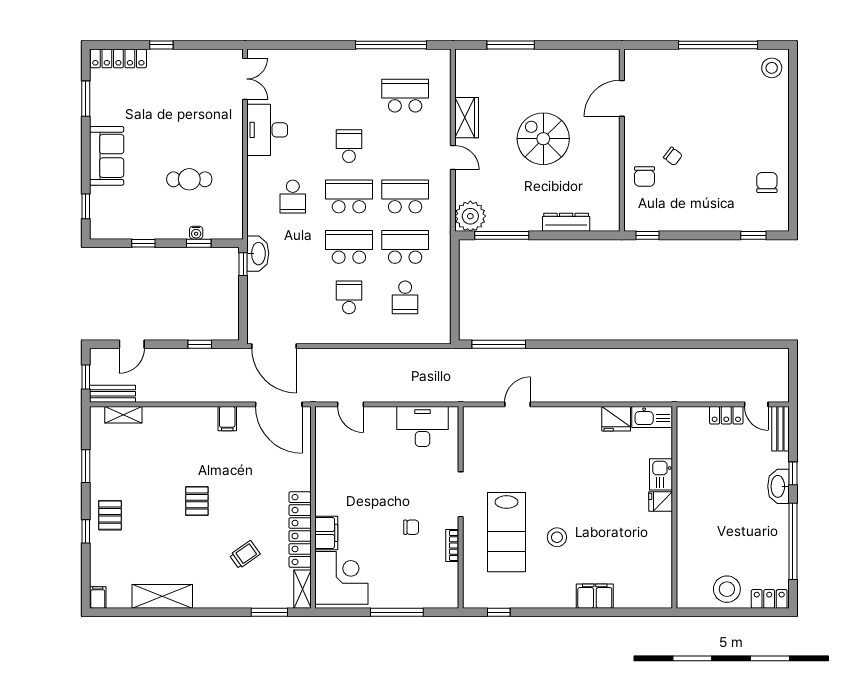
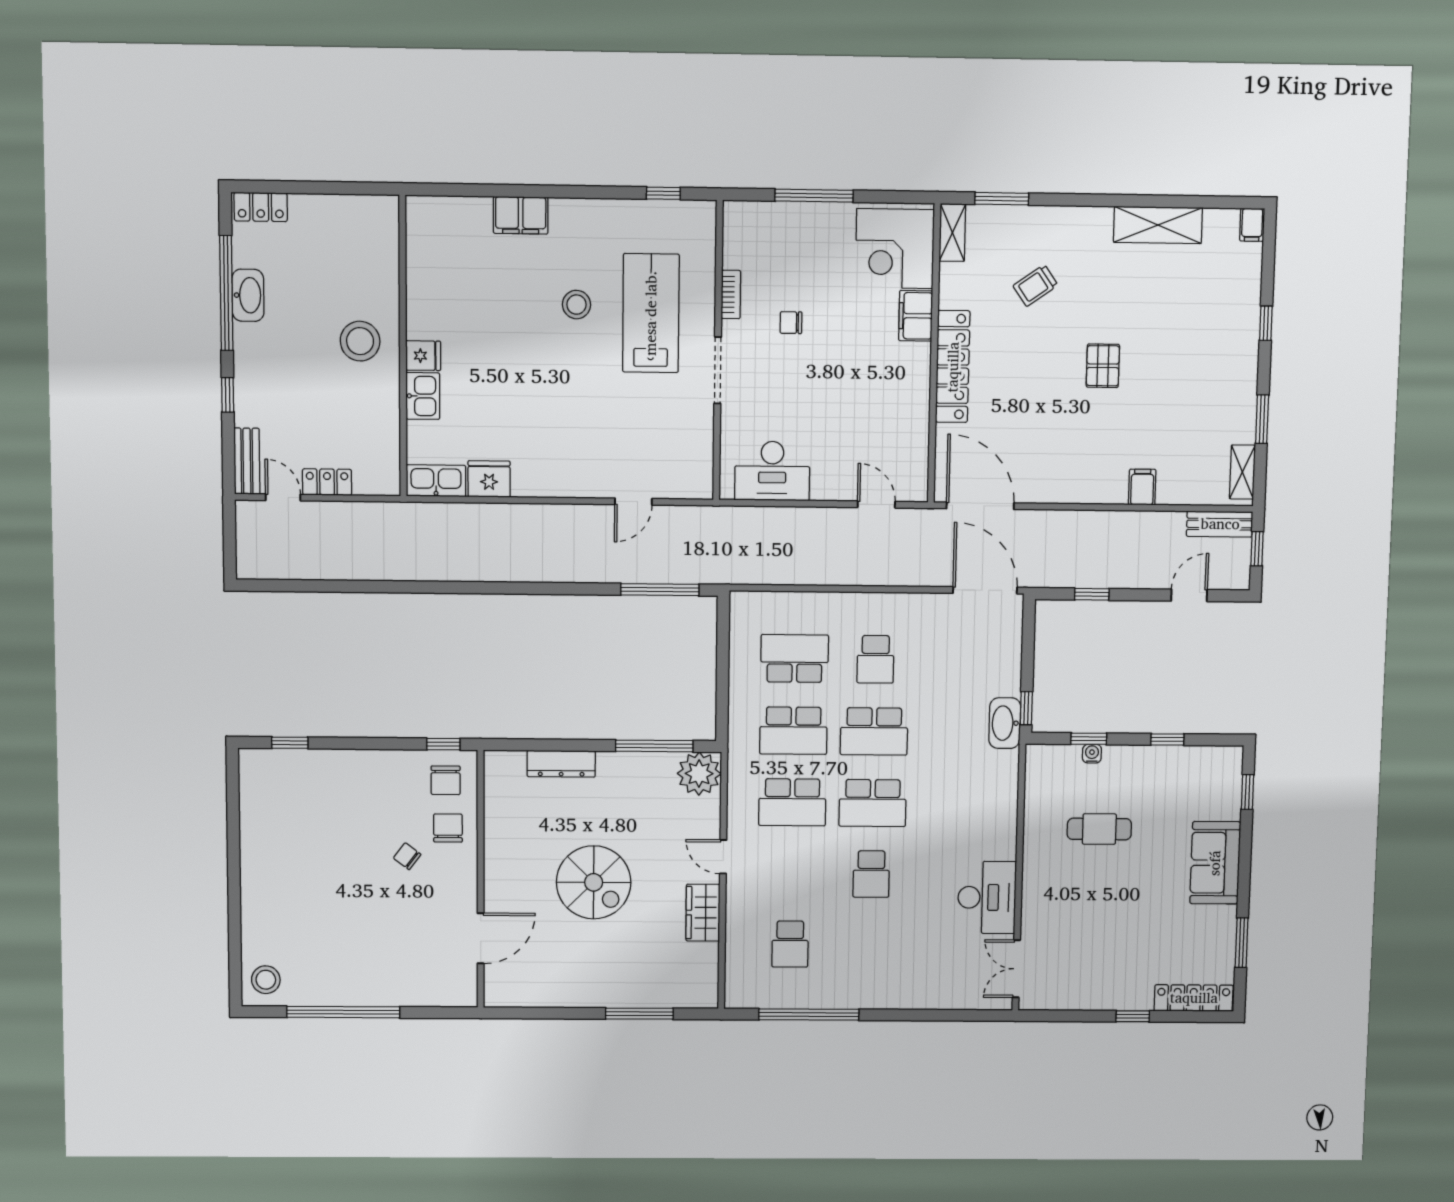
school desk: (405, 96) -> (790, 944), width x0.54
chair: (767, 183) -> (446, 780), moved
school desk: (293, 197) -> (953, 804), removed
school desk: (405, 297) -> (795, 658), width x1.85
shelving: (123, 415) -> (1242, 472), moved, turned 90
filing cabinet: (227, 419) -> (1142, 487), moved
washbasin: (778, 486) -> (248, 295), moved
pallet: (110, 515) -> (1230, 347), removed
locker: (300, 530) -> (953, 367), moved
stool: (727, 589) -> (360, 341), moved

